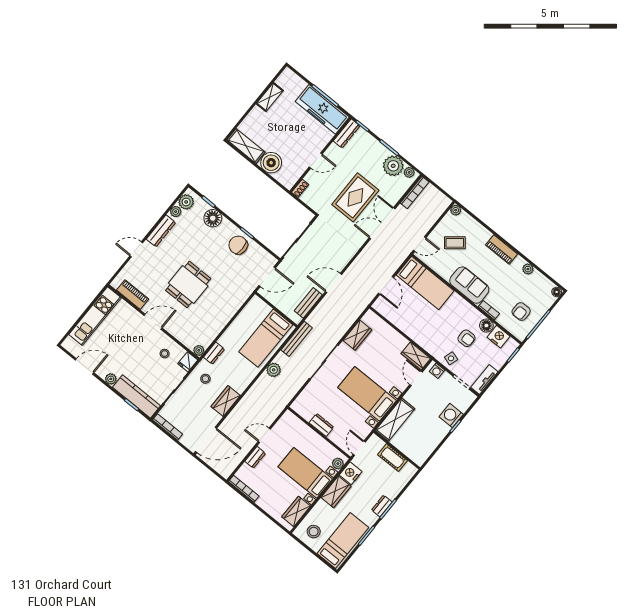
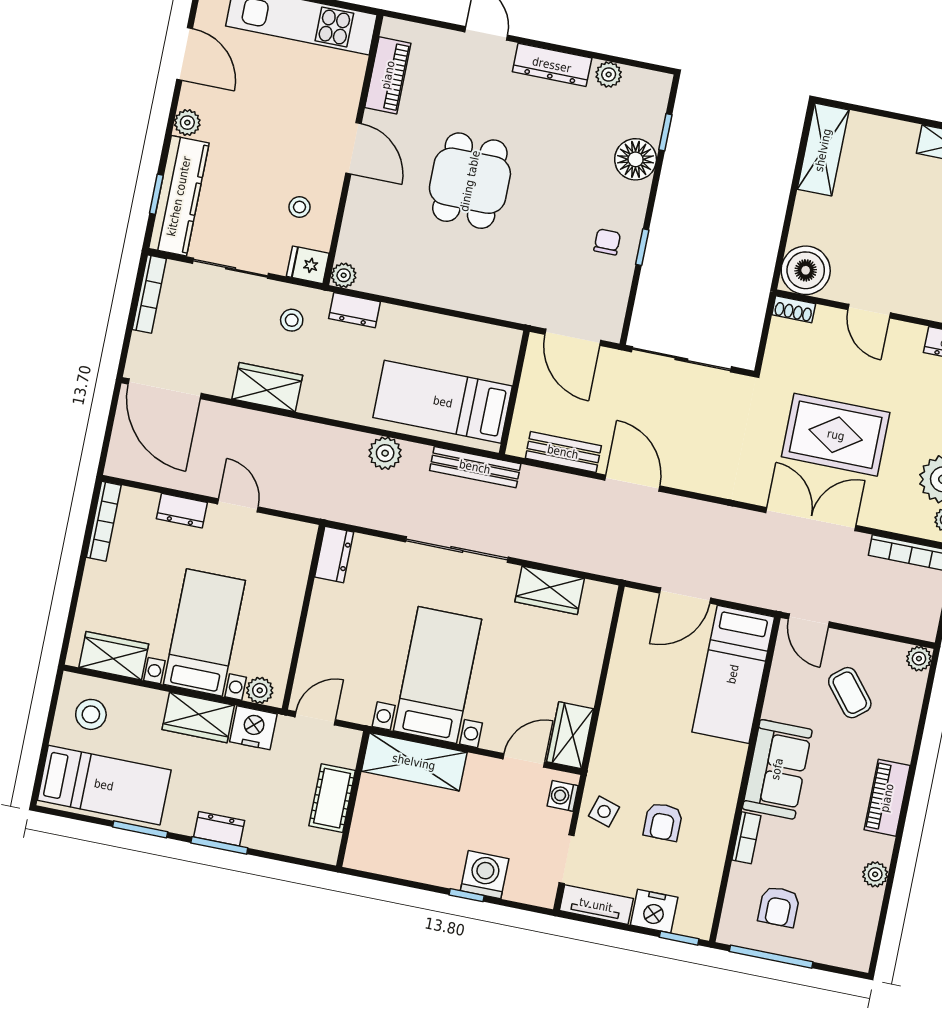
boiler: (271, 163) -> (806, 270), moved
plant: (186, 202) -> (640, 86), removed
chair: (238, 245) -> (607, 242), width x0.54, depth x0.54
dining table: (188, 284) -> (470, 181), turned 90
floor lamp: (557, 292) -> (859, 960), removed
armchair: (521, 312) -> (779, 907), turned -90
floor lamp: (486, 326) -> (711, 850), removed
nightstand: (498, 337) -> (654, 911), moved, turned 90
dresser: (321, 425) -> (334, 555), moved

